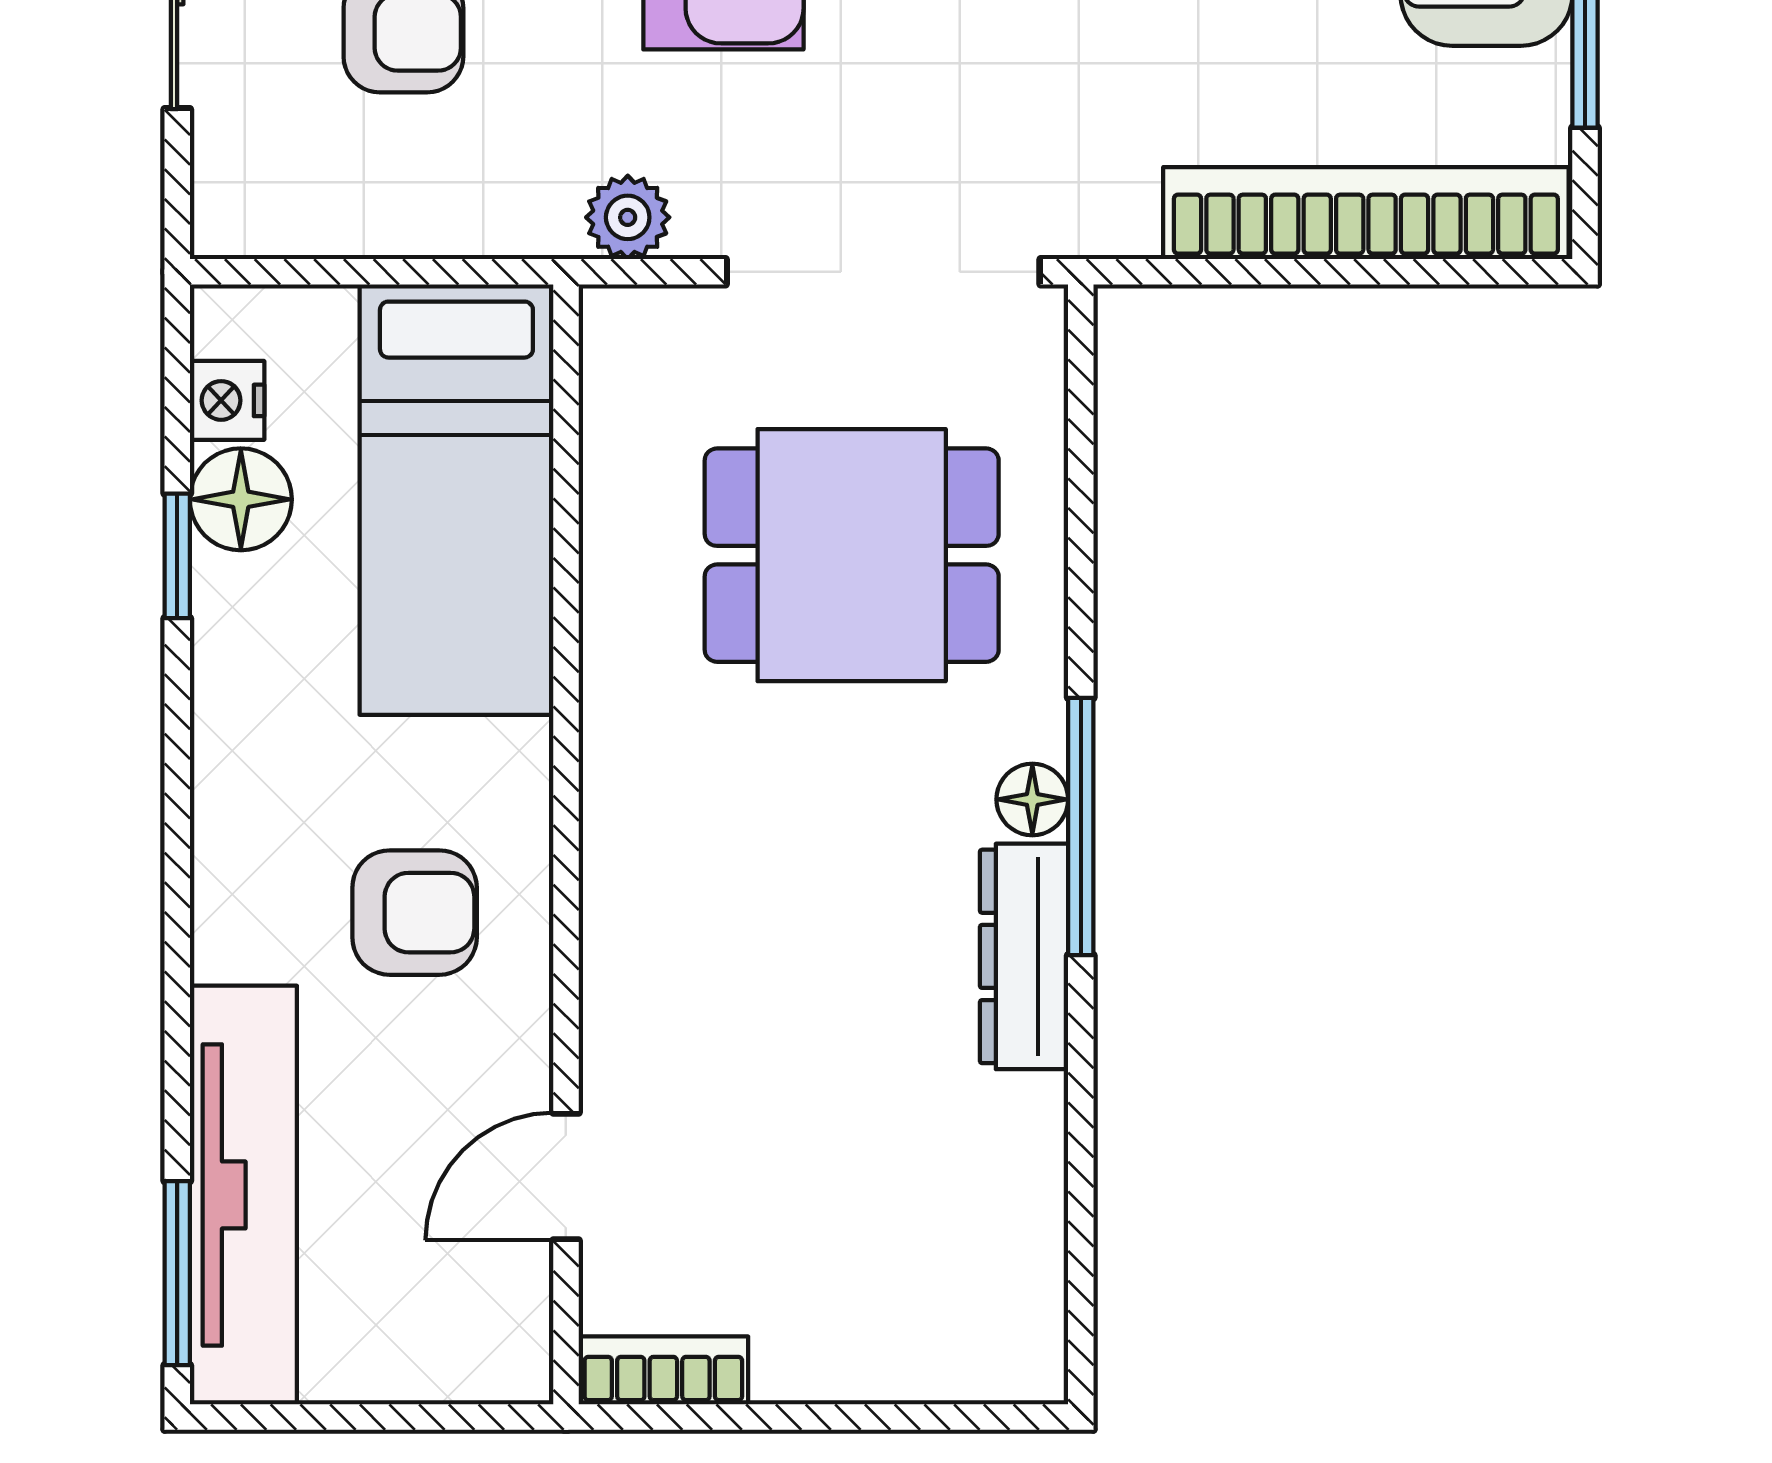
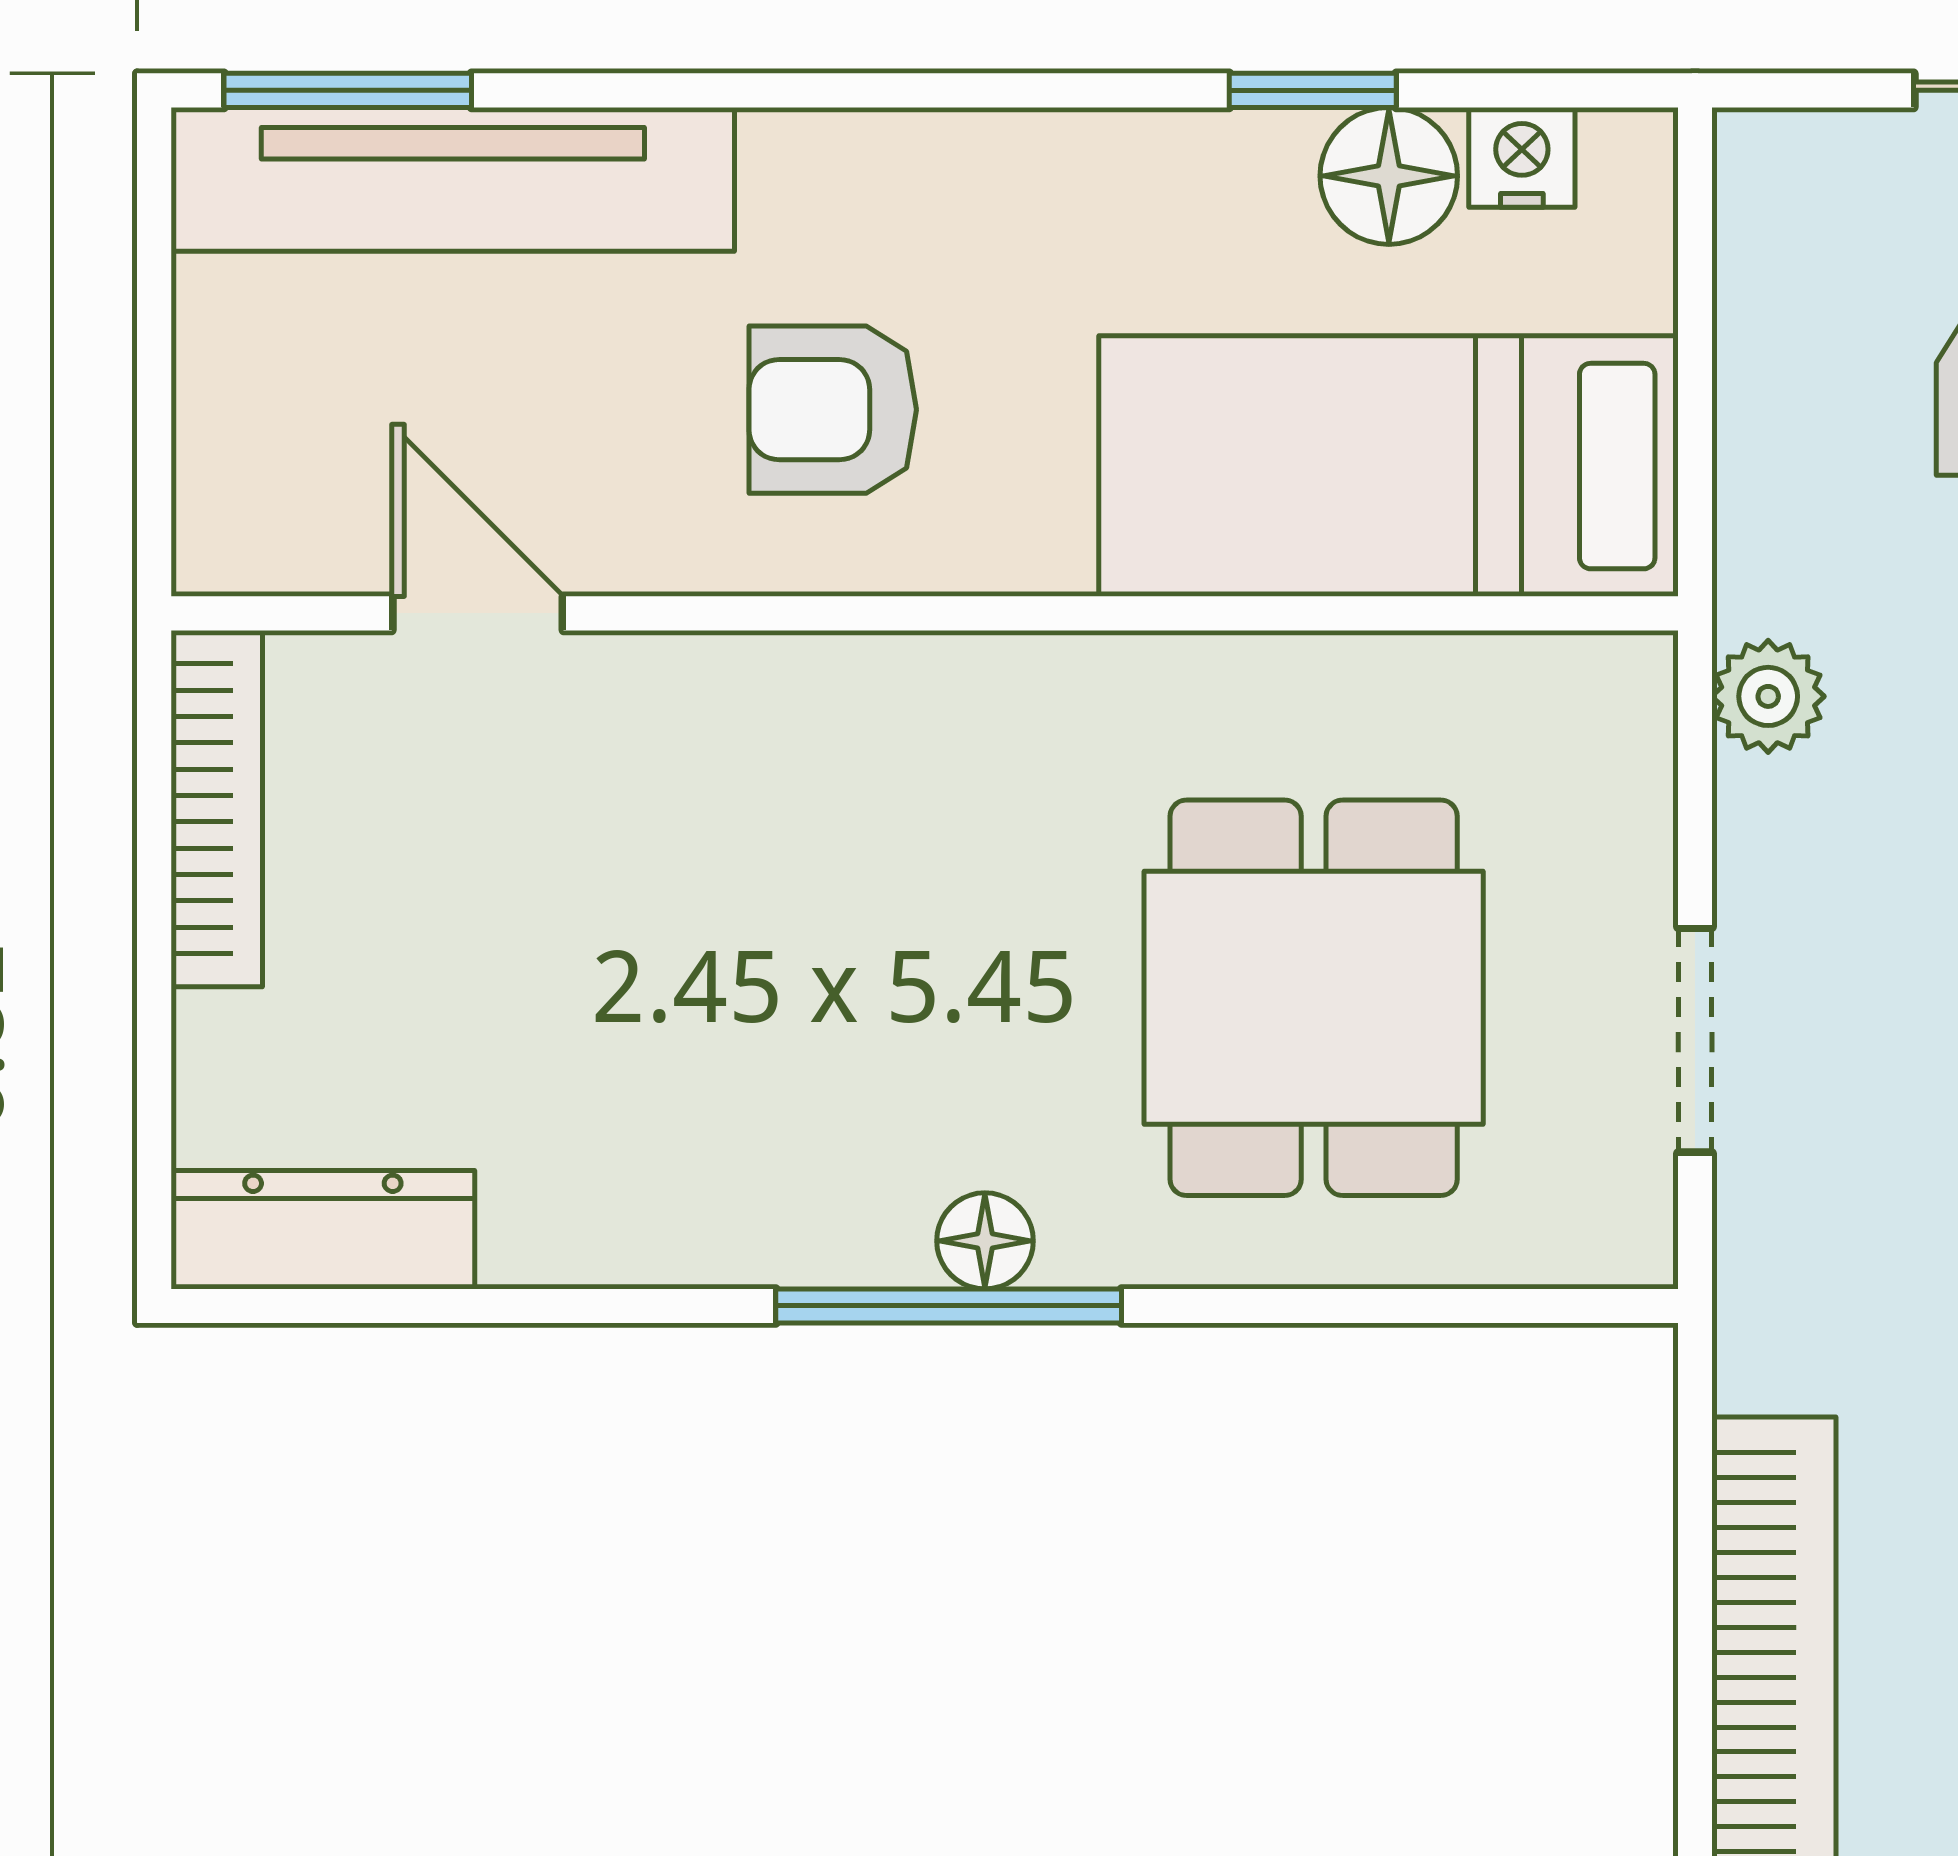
doorway: (883, 272) -> (1695, 1040), width x0.53
armchair: (415, 913) -> (833, 410), turned 90
dresser: (1024, 956) -> (323, 1230), moved
bookcase: (663, 1370) -> (217, 809), width x1.56

